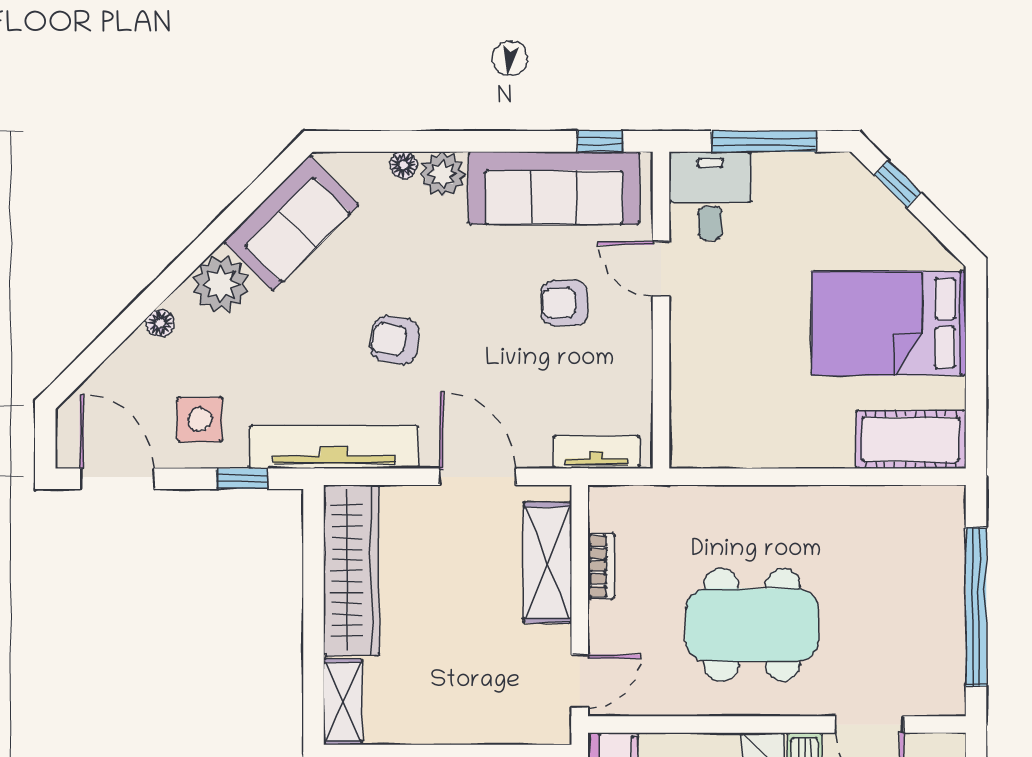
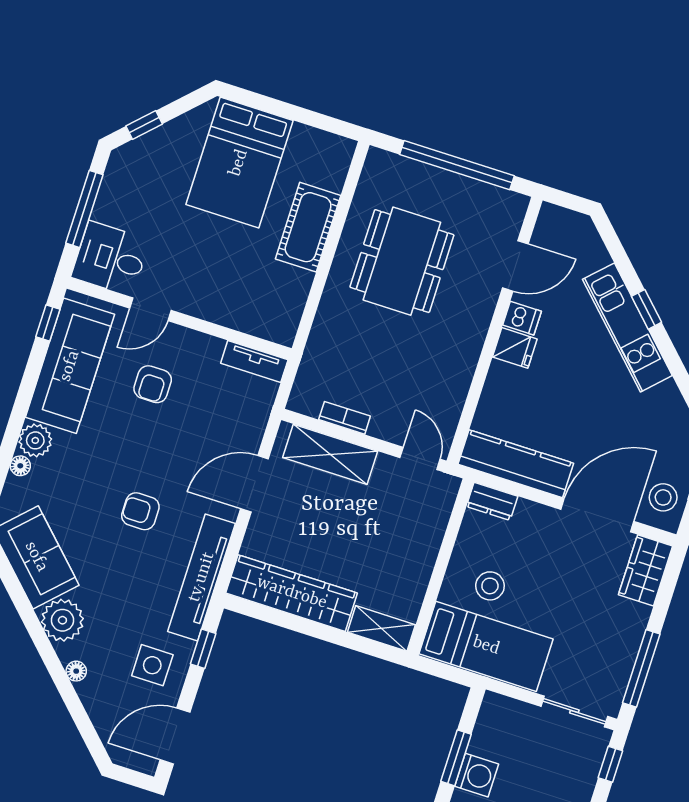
armchair: (395, 340) -> (140, 511), turned 81
cot: (911, 439) -> (308, 227), moved
tv unit: (596, 452) -> (254, 362), moved, turned -90
dining table: (752, 625) -> (402, 261), moved

